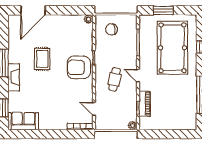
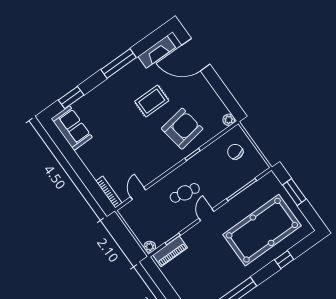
armchair: (79, 67) -> (182, 129), moved, turned 81
fireplace: (14, 77) -> (157, 52), moved
piano: (145, 104) -> (170, 251), moved

